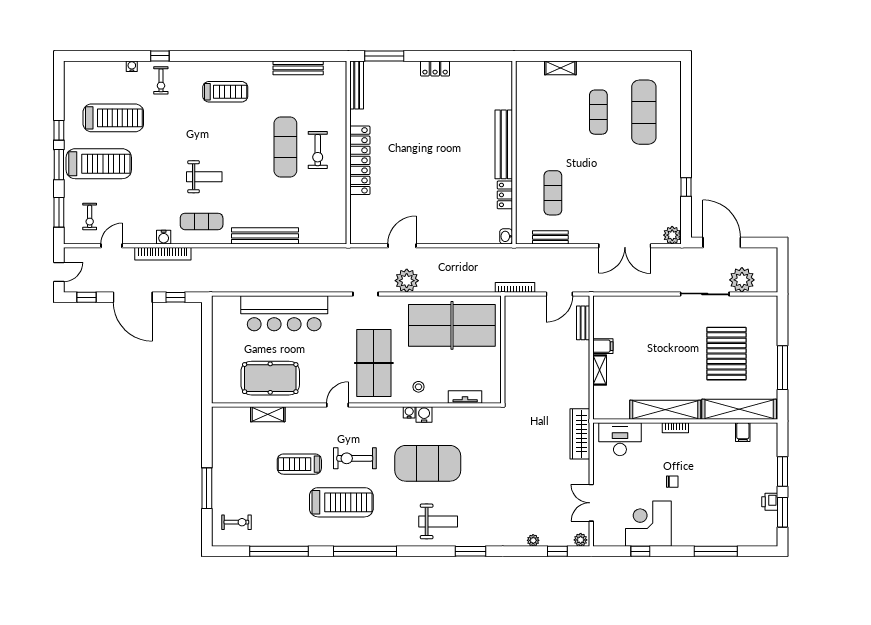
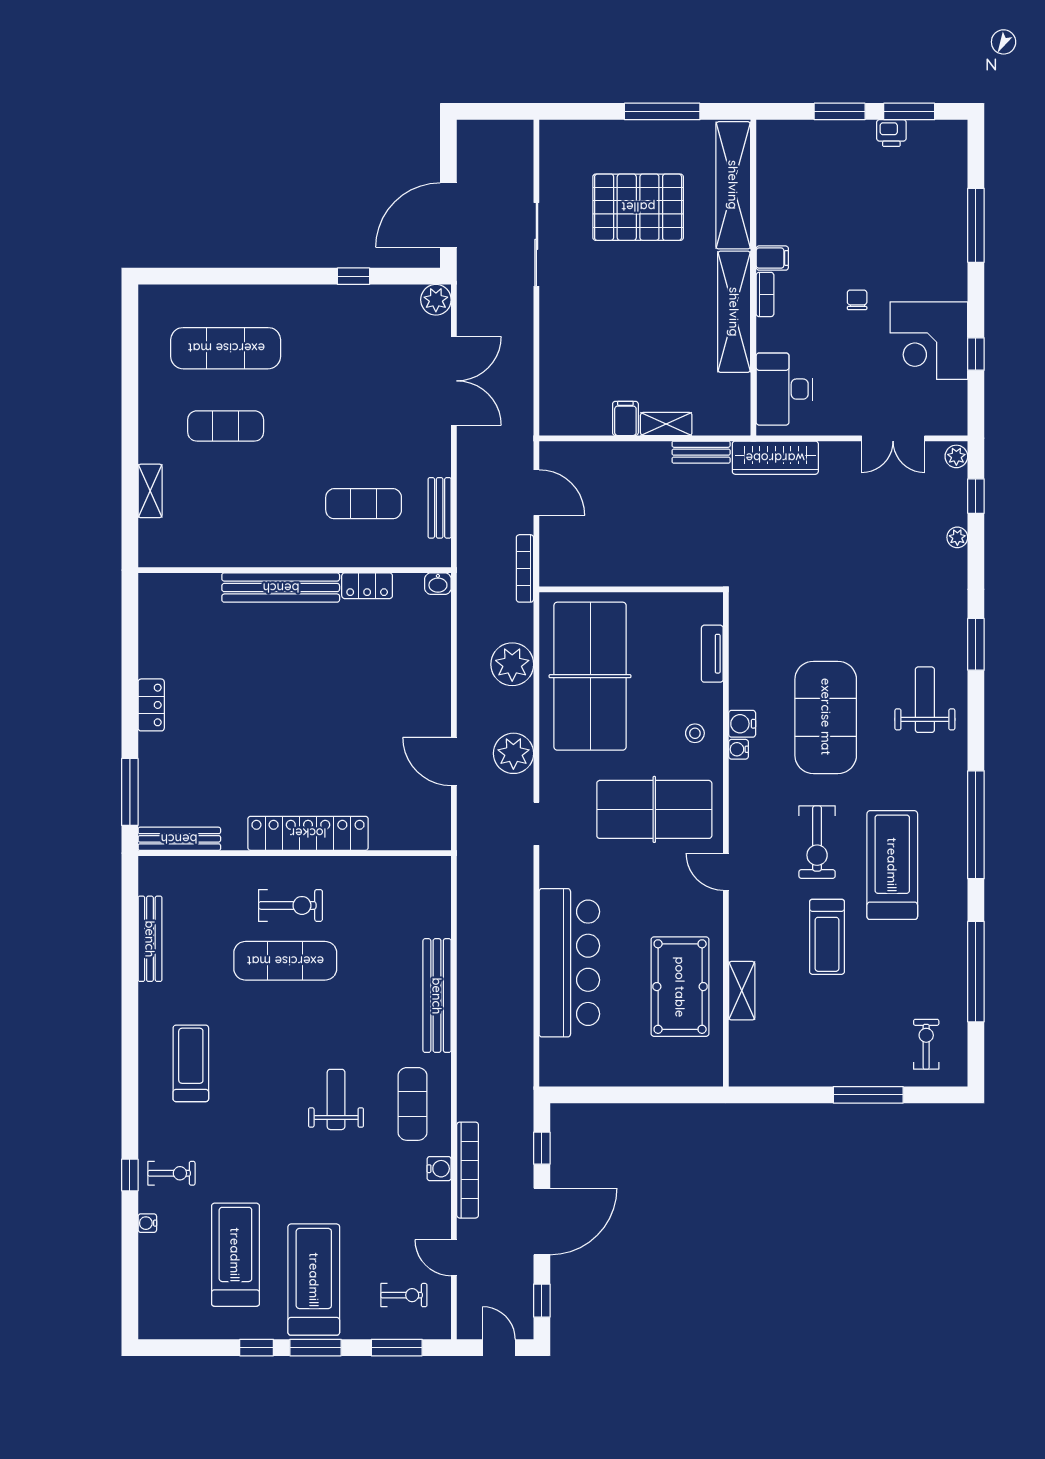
plant: (742, 280) -> (512, 664), moved
bench: (583, 323) -> (701, 452), moved
filing cabinet: (743, 432) -> (772, 258), moved

